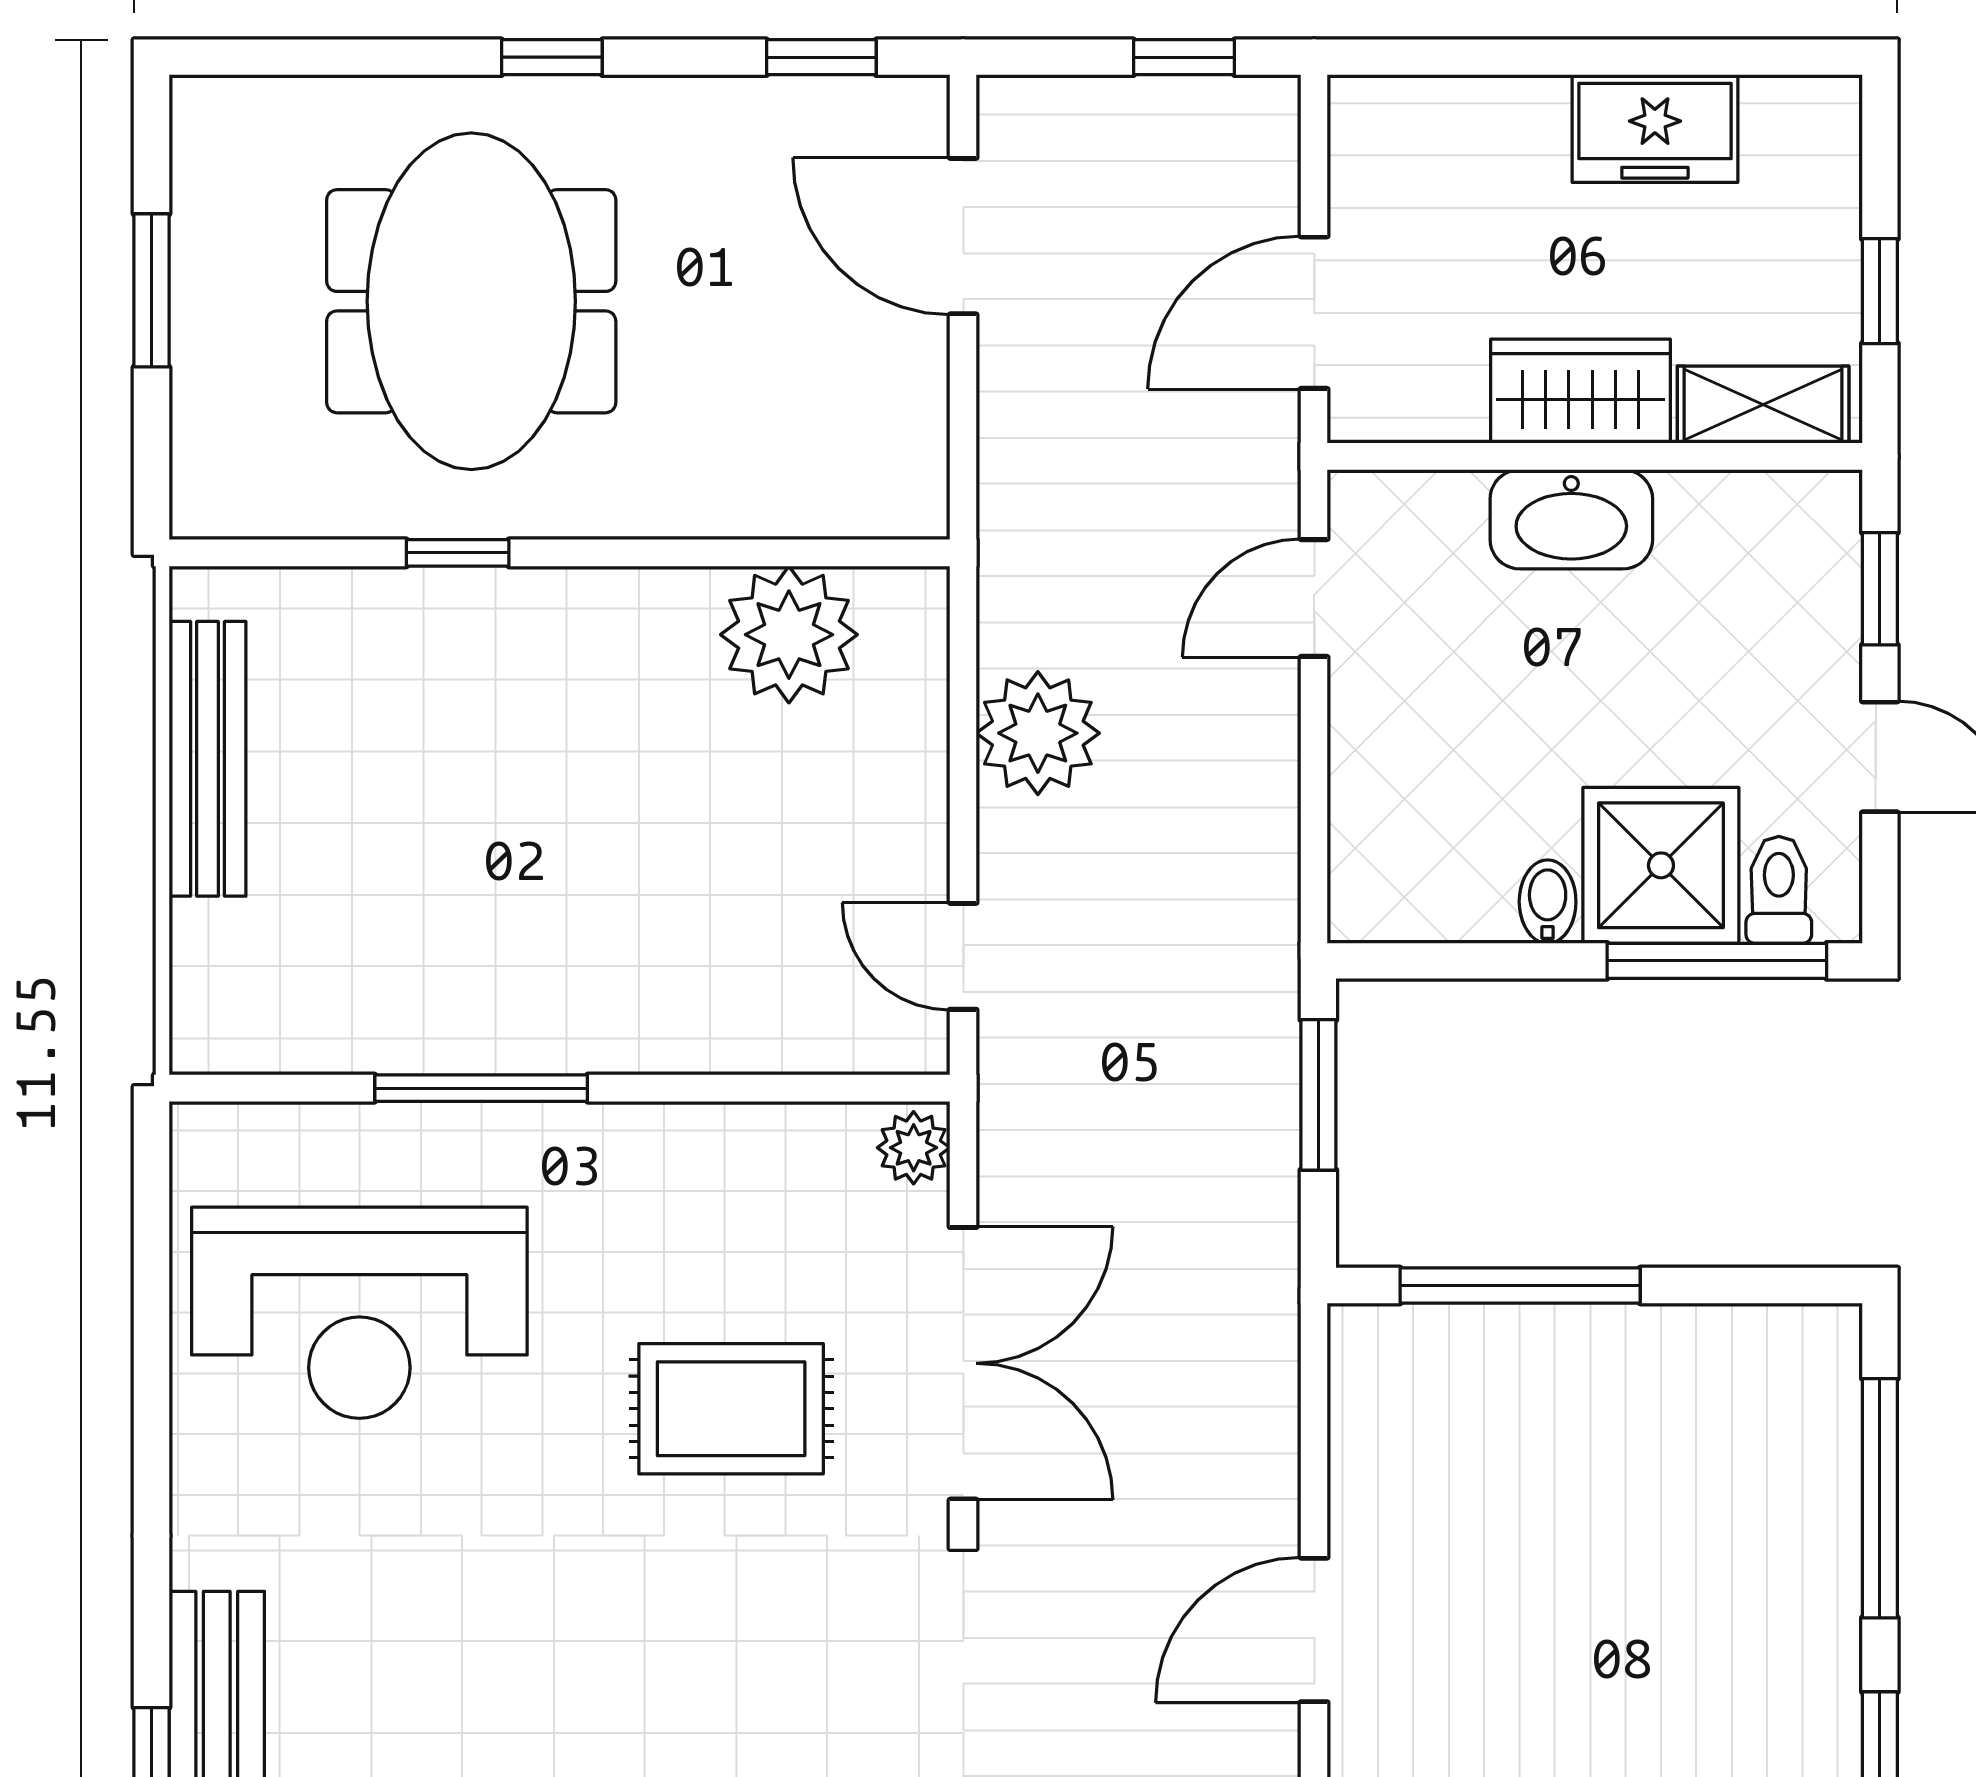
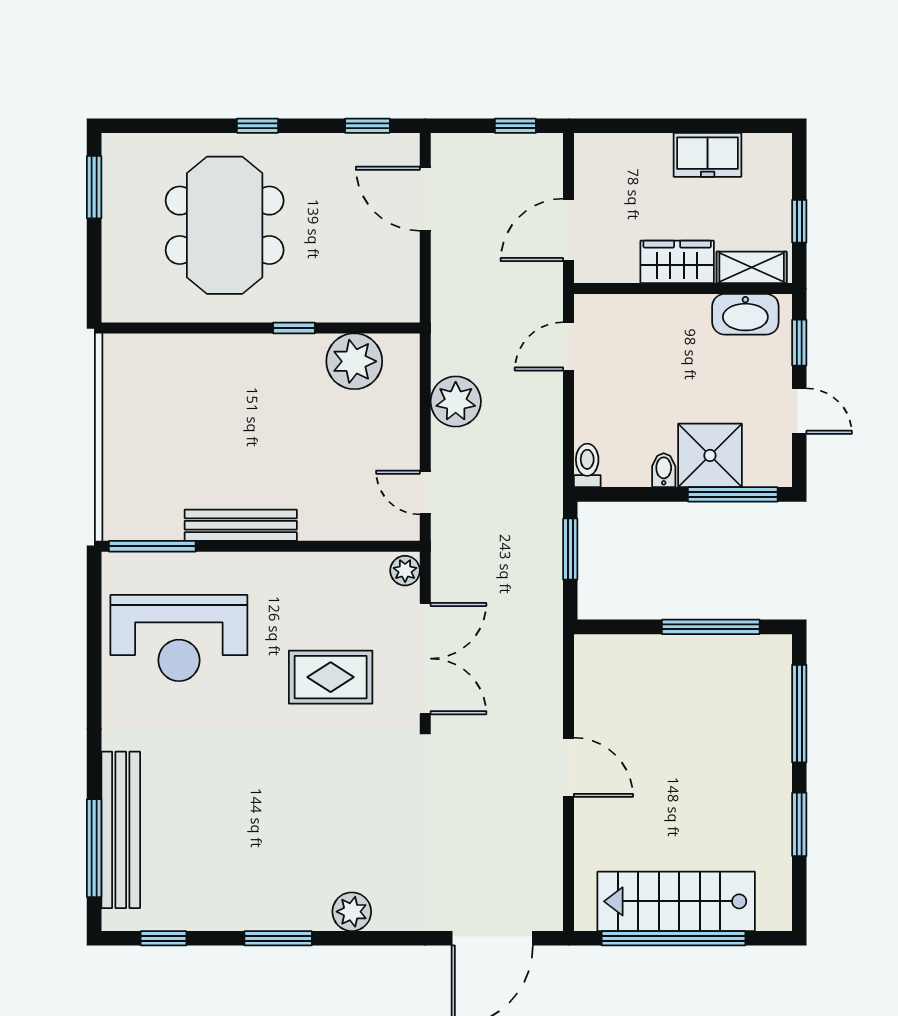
window: (152, 290) -> (94, 187), moved
washbasin: (1571, 519) -> (745, 314), moved
window: (458, 553) -> (294, 328), moved
bench: (208, 759) -> (241, 525), moved, turned 90
toilet: (1779, 890) -> (587, 465), moved
window: (481, 1088) -> (152, 546), moved
window: (1520, 1286) -> (711, 627), moved
door: (1314, 1630) -> (568, 767), swing flipped

